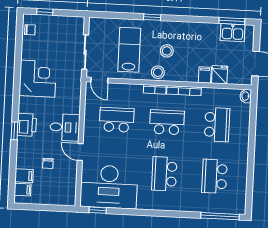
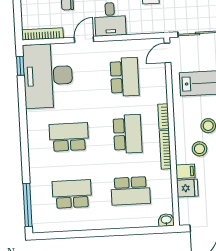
stool: (158, 72) -> (199, 149), moved
bookcase: (72, 188) -> (42, 34), added

